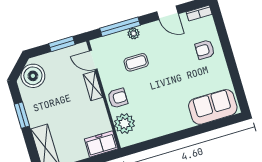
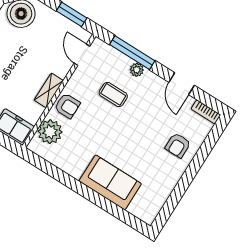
armchair: (205, 50) -> (178, 145), turned -90
shelving: (93, 86) -> (49, 90), moved
sofa: (213, 107) -> (110, 182), moved

